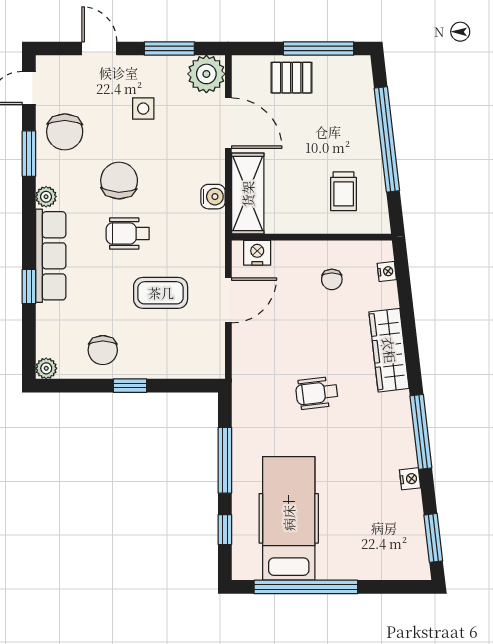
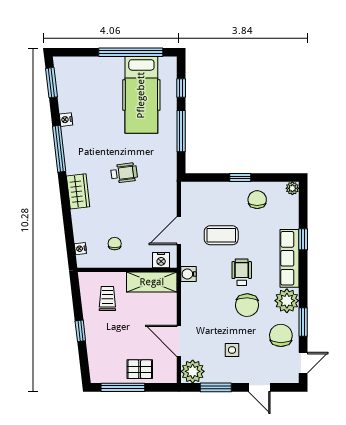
window: (387, 139) -> (80, 331), width x0.32
shelving: (248, 194) -> (152, 282), moved, turned 90
plant: (46, 197) -> (287, 301), width x1.87, depth x1.87
water cooler: (213, 197) -> (189, 274), moved
wheelchair: (128, 233) -> (242, 272), turned -90
wardrobe: (389, 350) -> (78, 191), width x0.67

